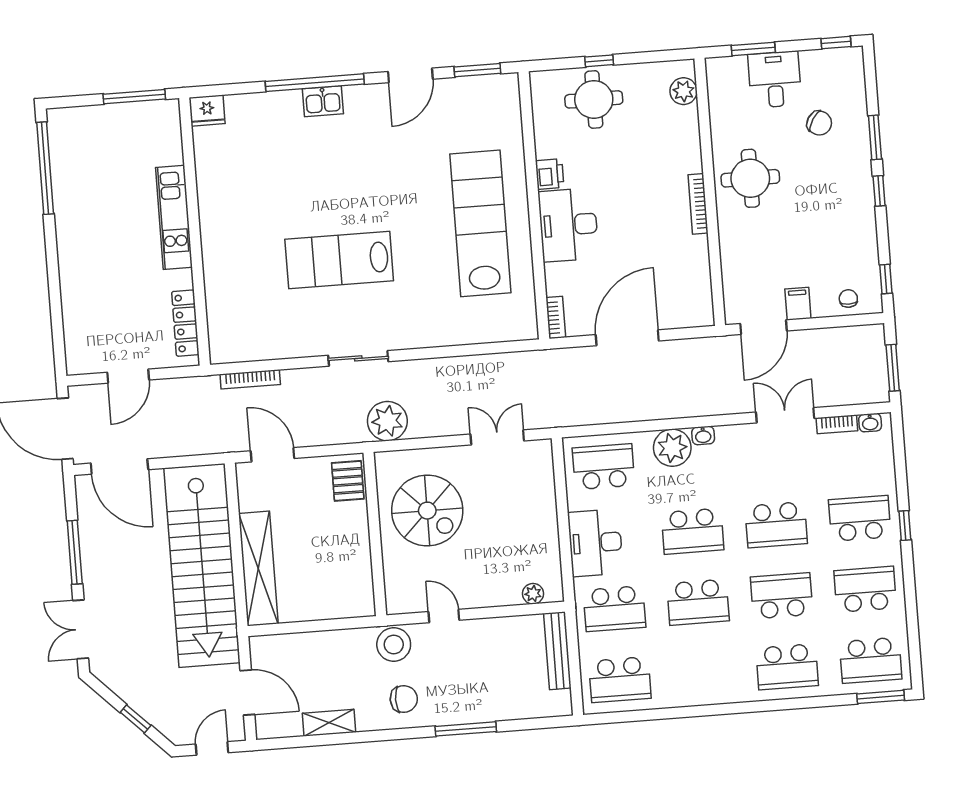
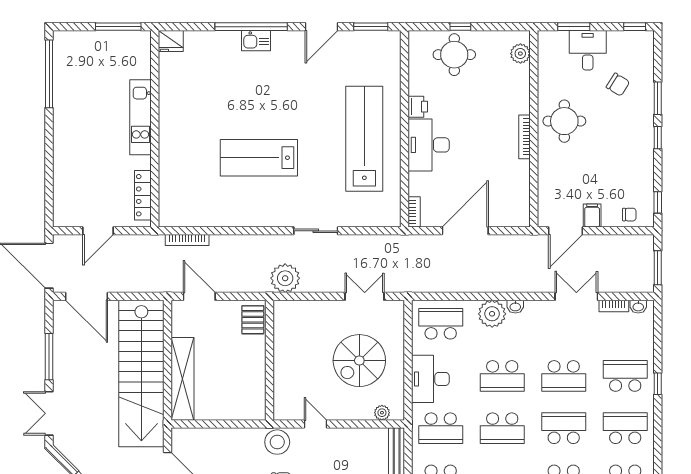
chair: (848, 299) -> (629, 215), turned 90
sliding door: (358, 358) -> (316, 231), moved
spiral stairs: (427, 511) -> (359, 361), moved, turned 90

